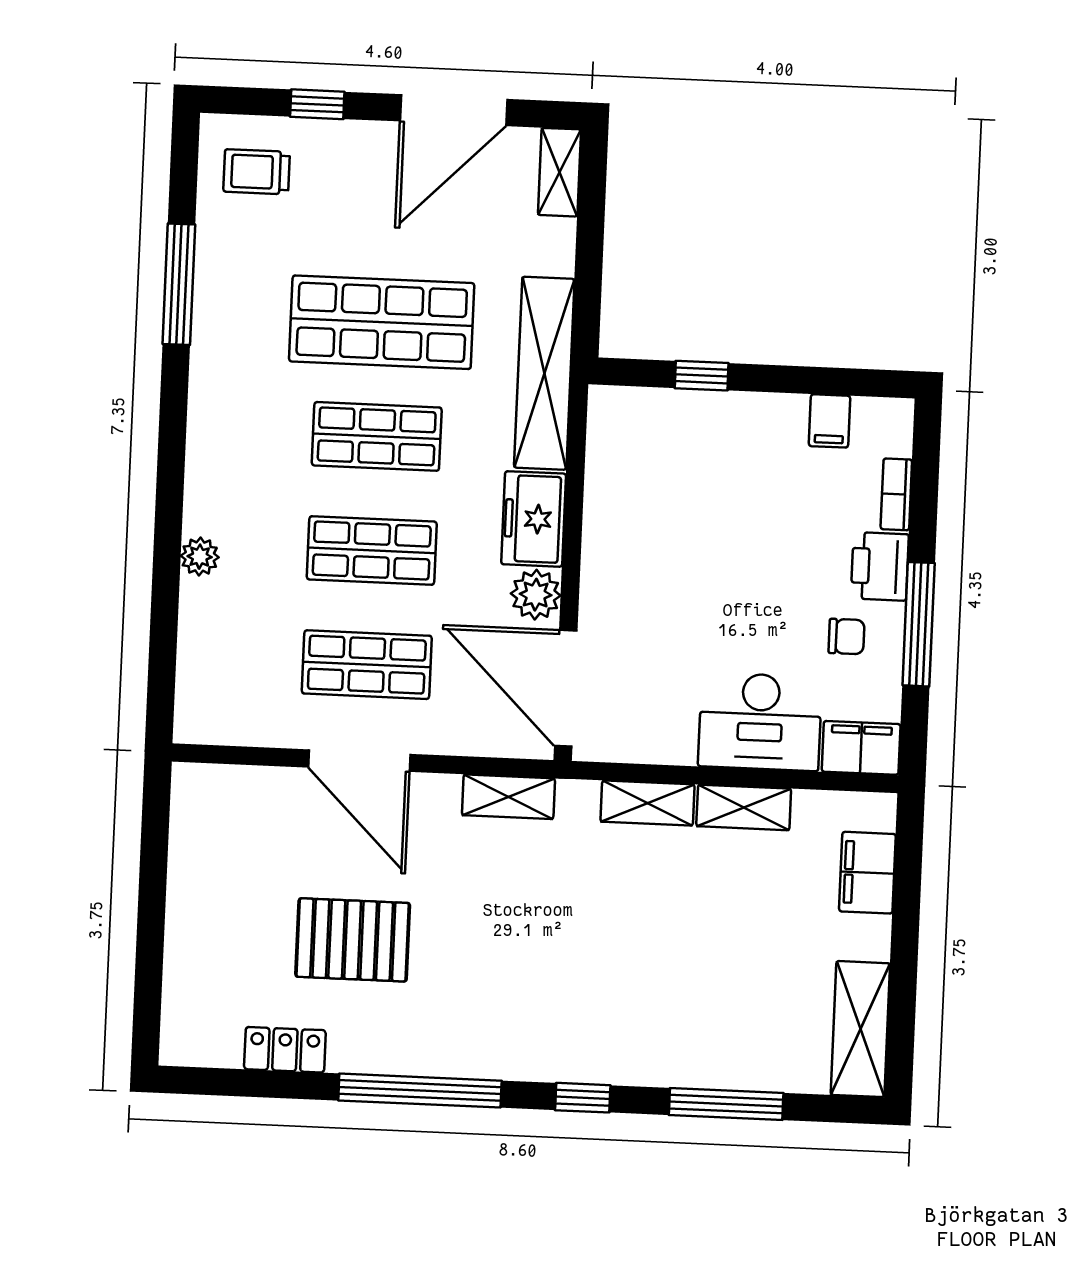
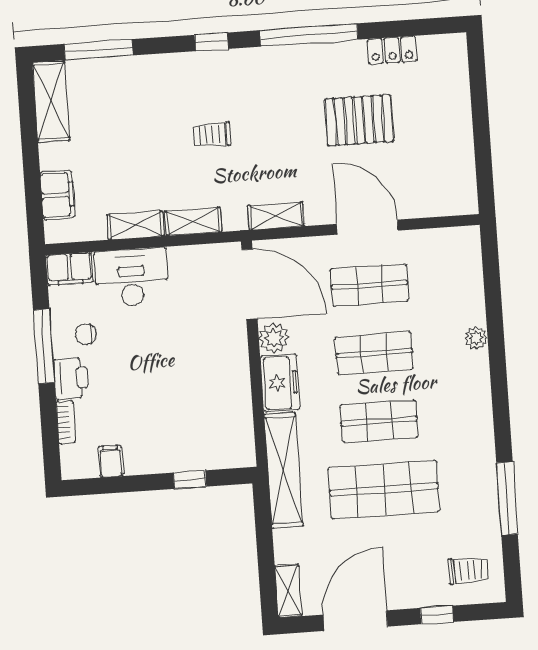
trolley: (600, 943) -> (212, 135), added
window: (726, 1104) -> (99, 50), moved

